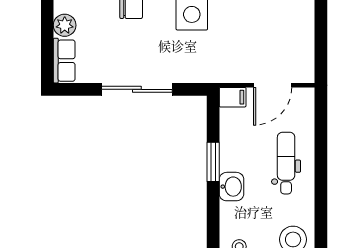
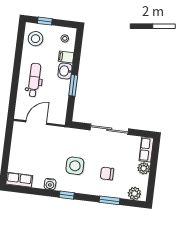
filing cabinet: (233, 97) -> (66, 57), moved
dental chair: (286, 163) -> (34, 80), turned 180

